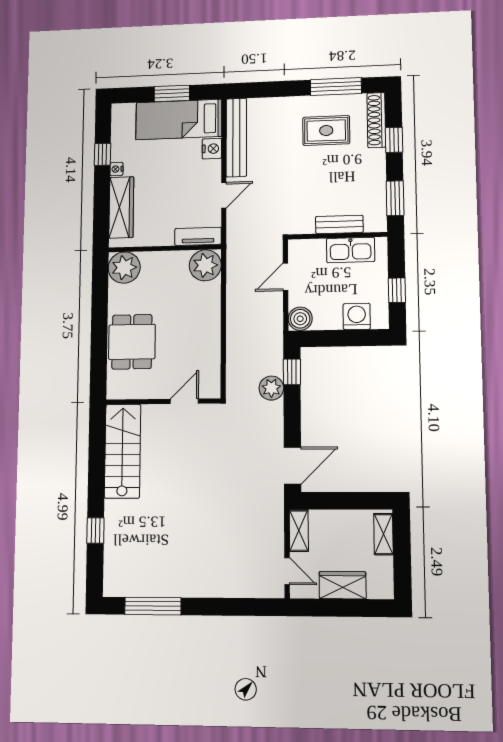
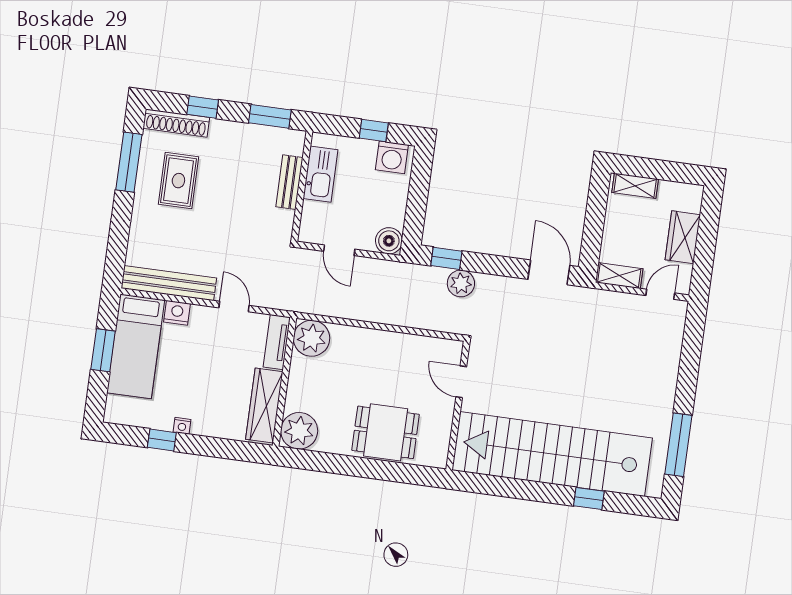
wardrobe: (121, 207) -> (264, 405), moved, turned -90
washing machine: (357, 316) -> (392, 157), moved, turned -90
stairs: (122, 451) -> (552, 454), width x1.86, depth x1.51

